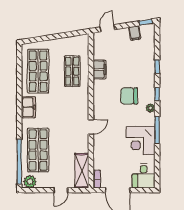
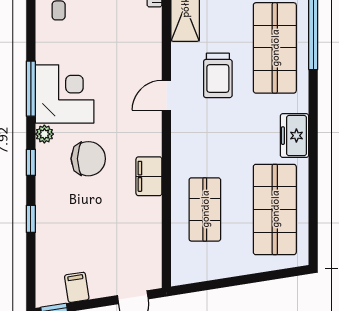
filing cabinet: (99, 70) -> (149, 176), moved
trolley: (66, 137) -> (218, 75), added
corner desk: (141, 140) -> (65, 94), moved

